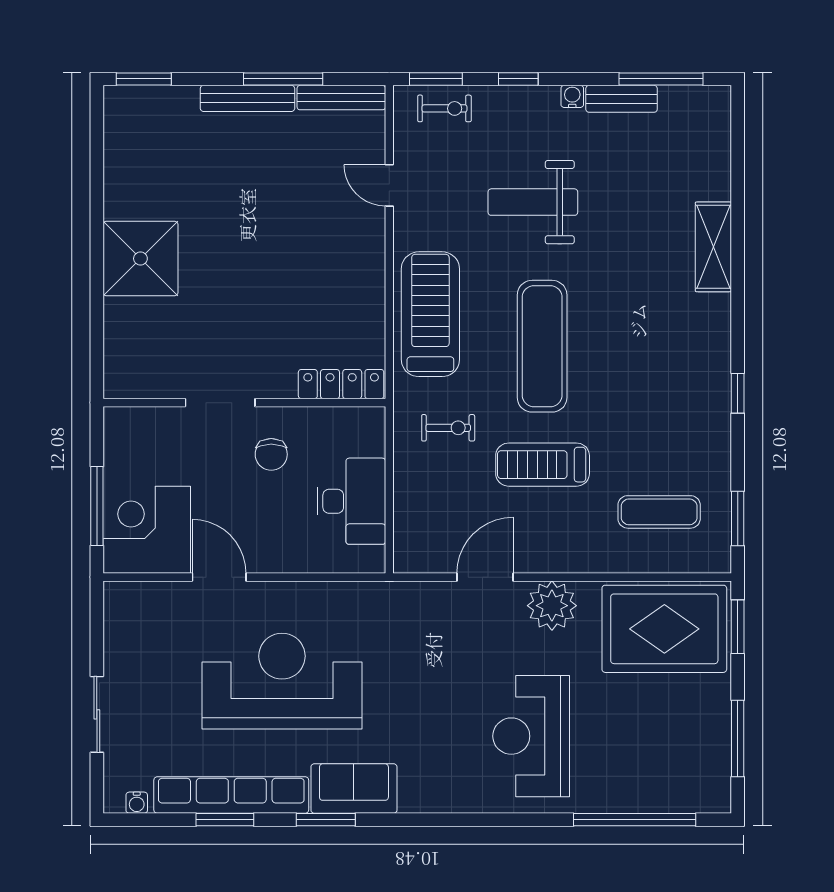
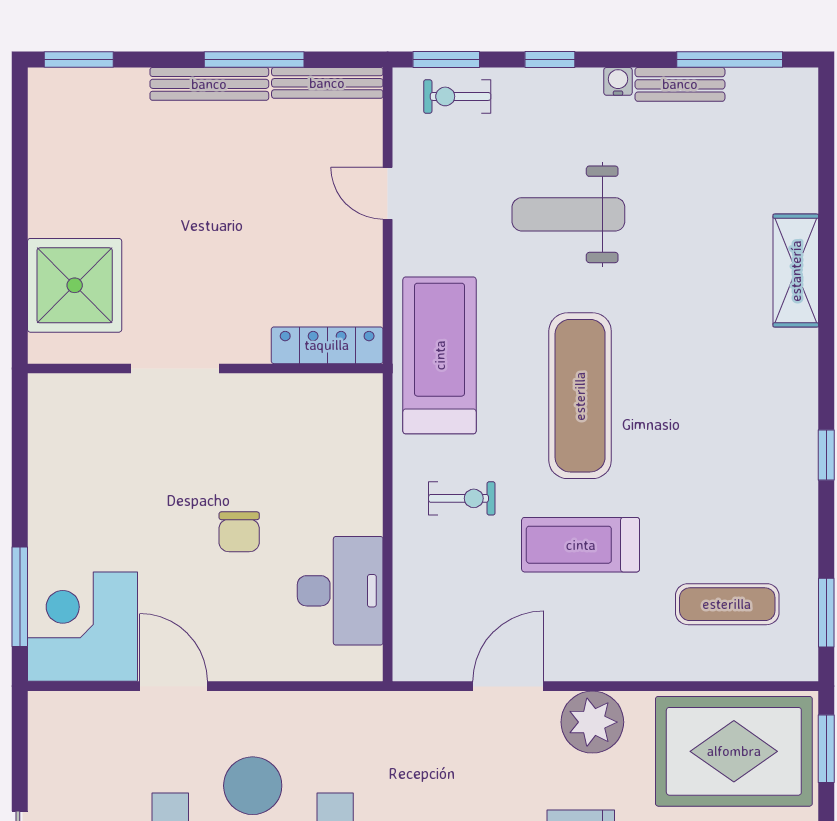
exercise bike: (444, 108) -> (457, 96), turned 180
locker: (341, 384) -> (327, 345), moved
doorway: (220, 403) -> (175, 368), moved
wall: (244, 403) -> (205, 368), moved

